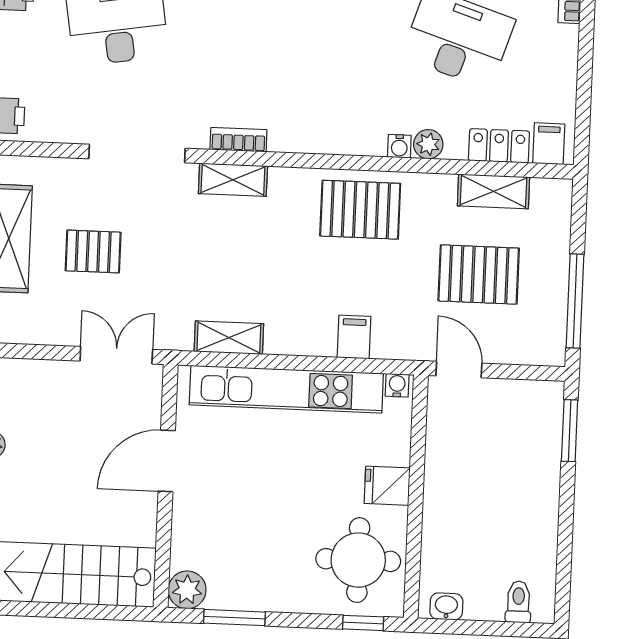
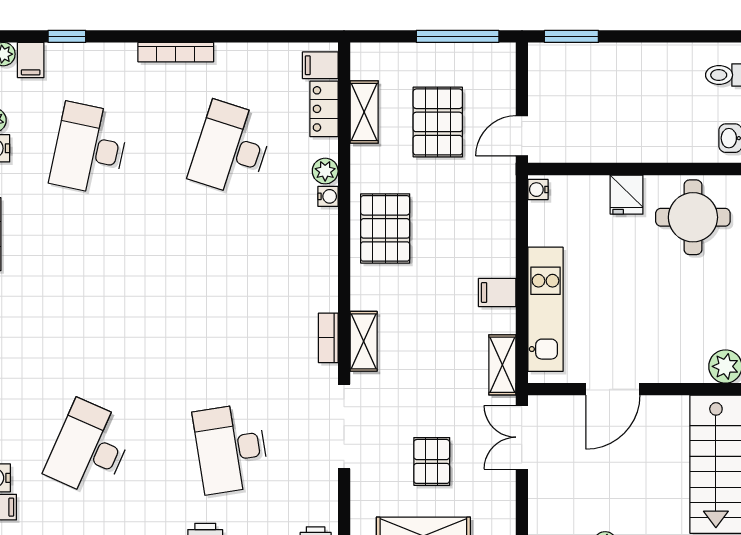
filing cabinet: (354, 337) -> (497, 292), moved
shelving: (229, 338) -> (502, 365), moved
kitchen unit: (286, 389) -> (545, 309), width x0.73
door: (167, 461) -> (613, 389), hinge flipped

